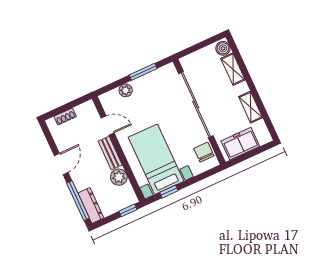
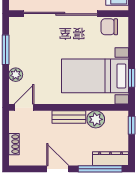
door: (108, 125) -> (24, 107), moved

